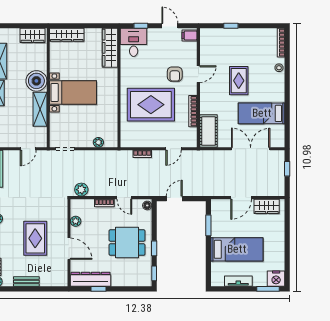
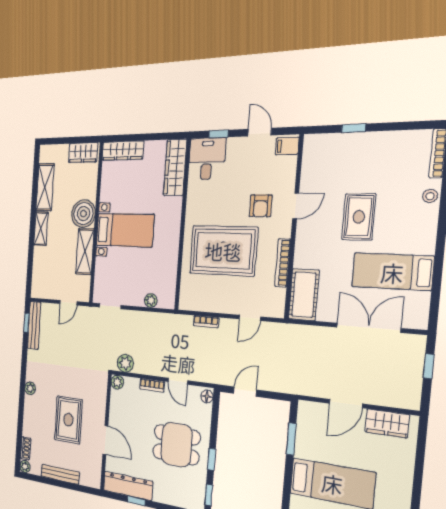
plant: (76, 221) -> (117, 382), moved
bench: (26, 282) -> (60, 474), width x1.36

